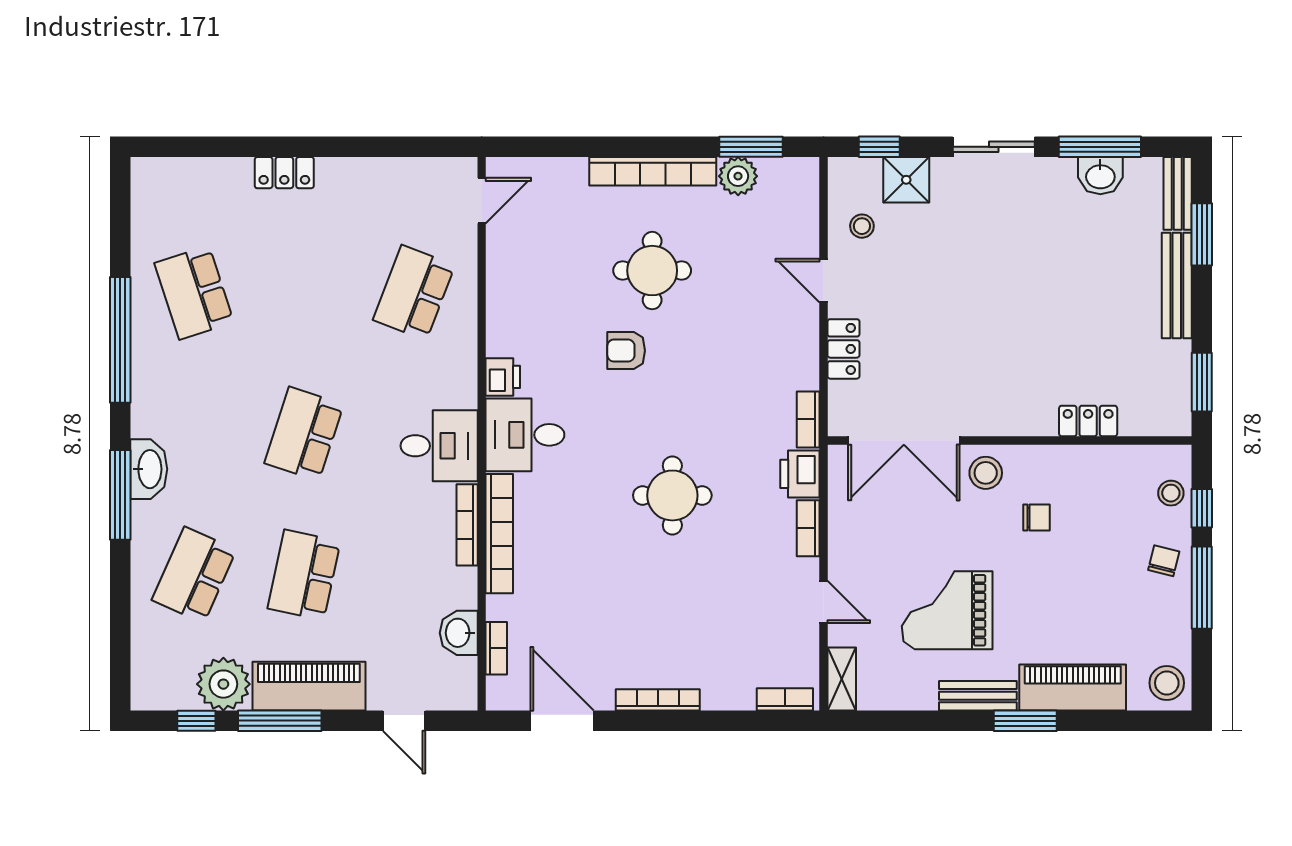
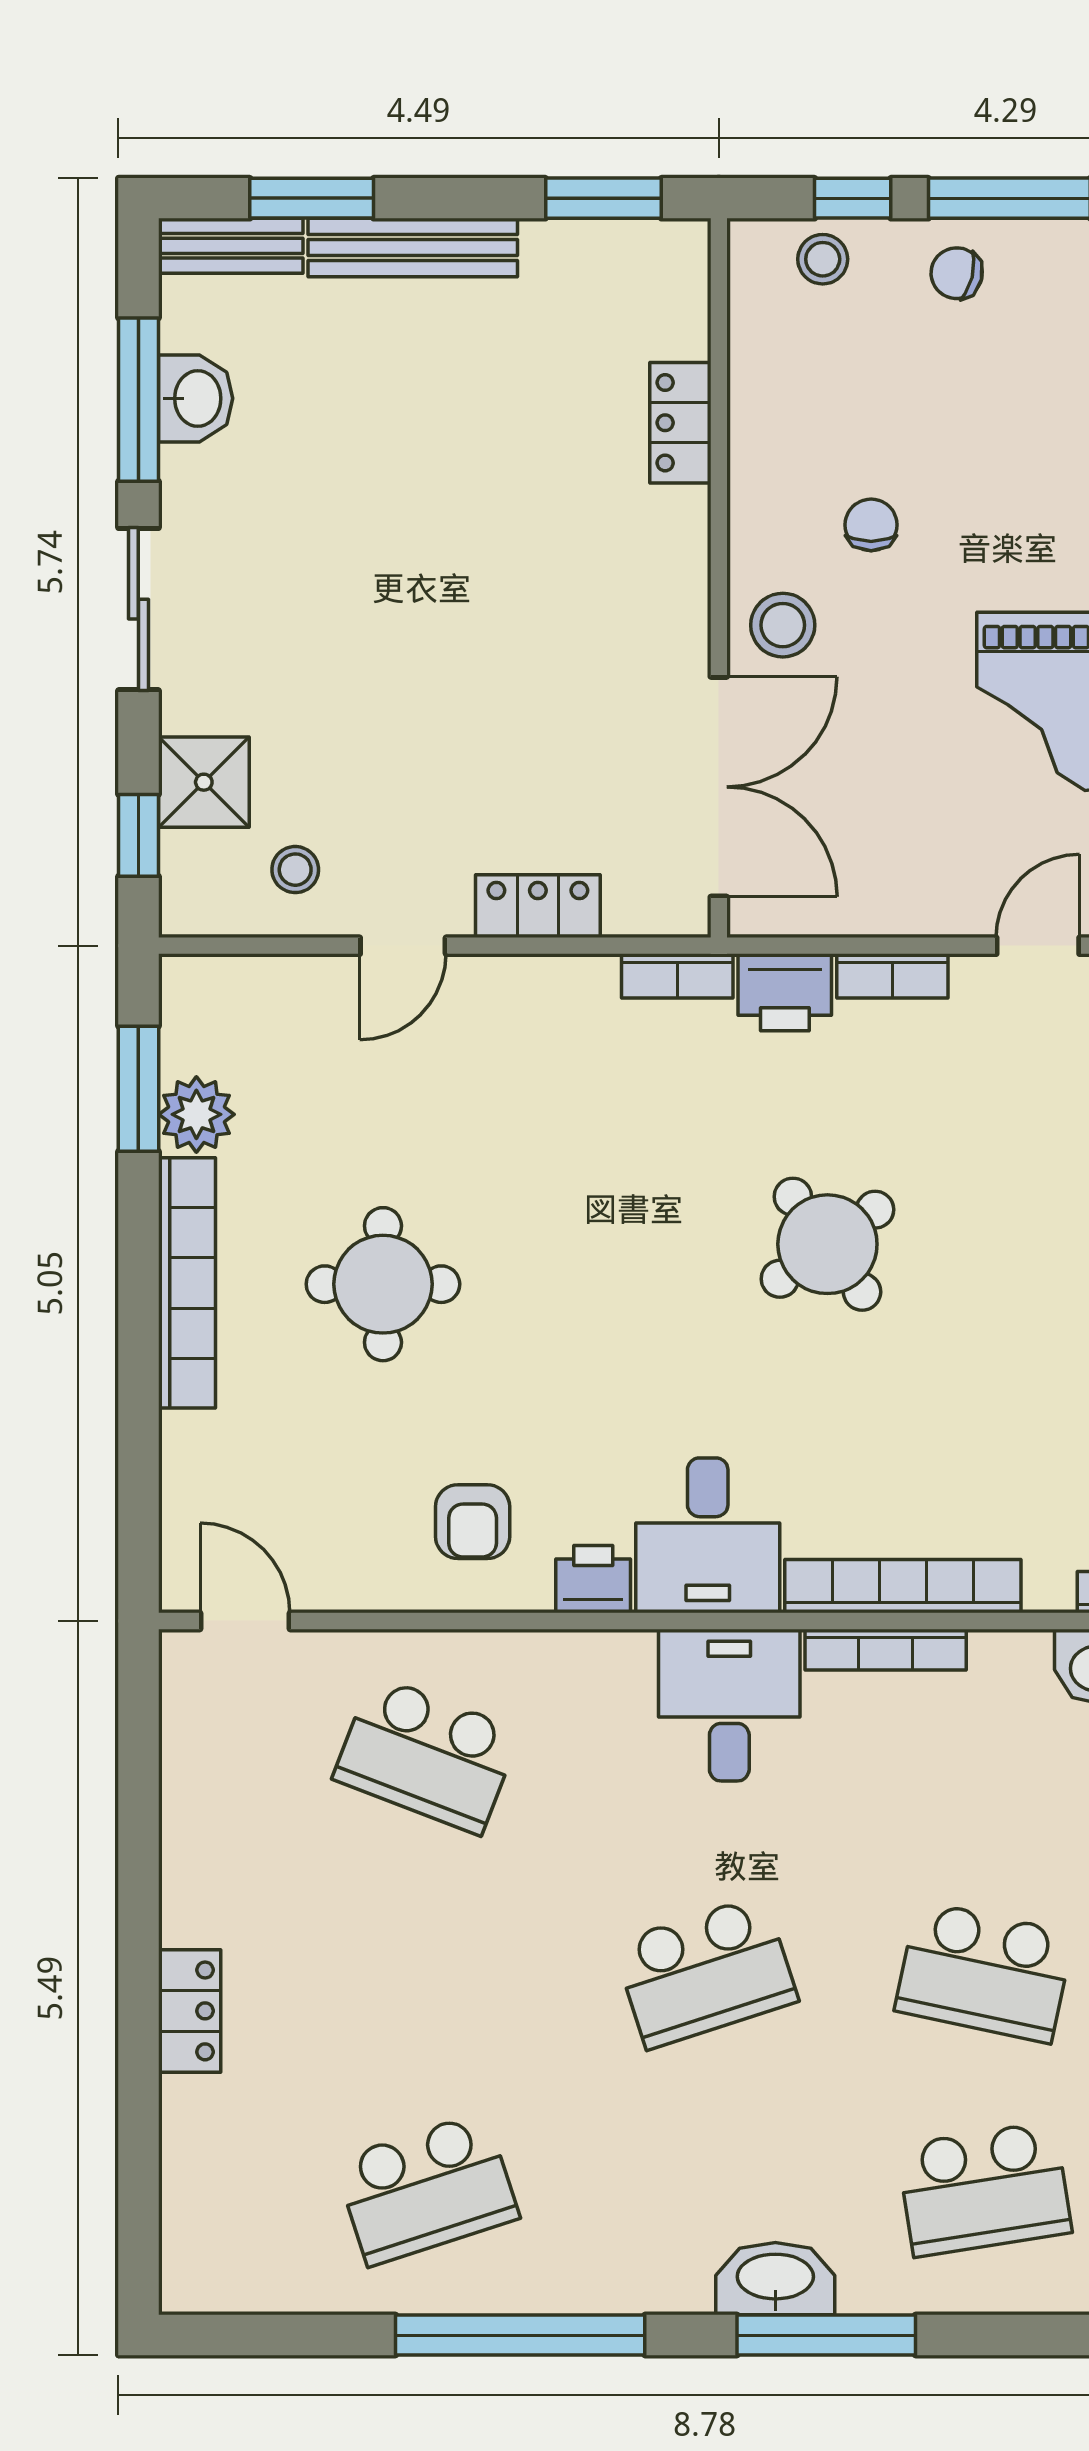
armchair: (626, 351) -> (473, 1522), moved
school desk: (304, 434) -> (705, 1972), turned -36
round table: (672, 495) -> (827, 1244), turned -36
school desk: (194, 575) -> (984, 2189), turned -33

